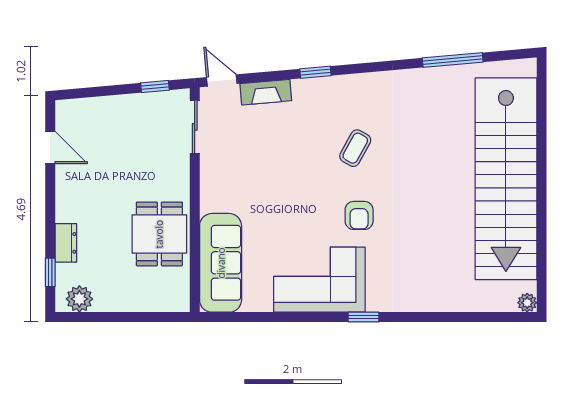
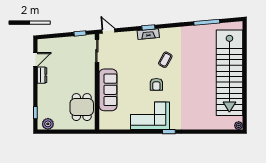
fireplace: (266, 92) -> (148, 34), moved
door: (50, 148) -> (35, 59), hinge flipped
armchair: (359, 215) -> (156, 84), moved
dining table: (159, 234) -> (82, 107), moved
dresser: (66, 243) -> (42, 75), moved
sofa: (221, 263) -> (108, 90), moved

